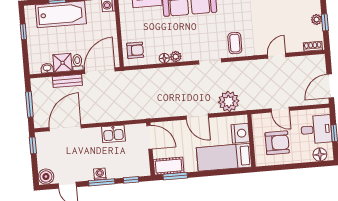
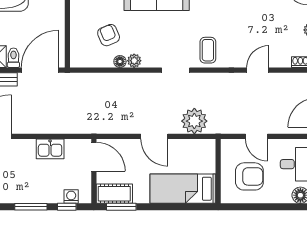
armchair: (135, 50) -> (109, 35), moved, turned -113
nightstand: (240, 133) -> (205, 161), removed
washing machine: (100, 174) -> (71, 197), moved

